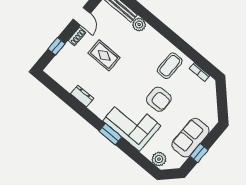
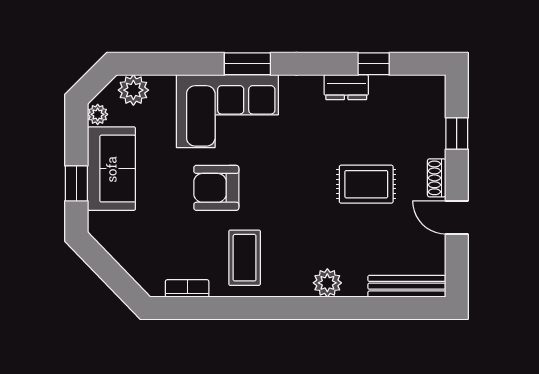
plant: (139, 25) -> (327, 283), moved
window: (65, 96) -> (374, 64), added
window: (199, 153) -> (76, 183), moved
plant: (179, 161) -> (98, 114), added

